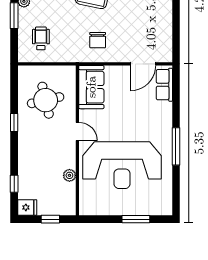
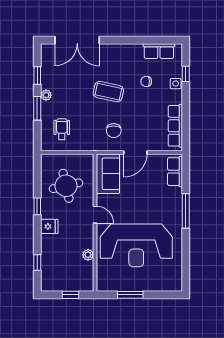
row of seats: (165, 35) -> (175, 126), added
door: (143, 64) -> (135, 153), moved
window: (176, 146) -> (186, 211), moved
fridge: (27, 207) -> (49, 226), moved
window: (136, 219) -> (130, 295), moved

